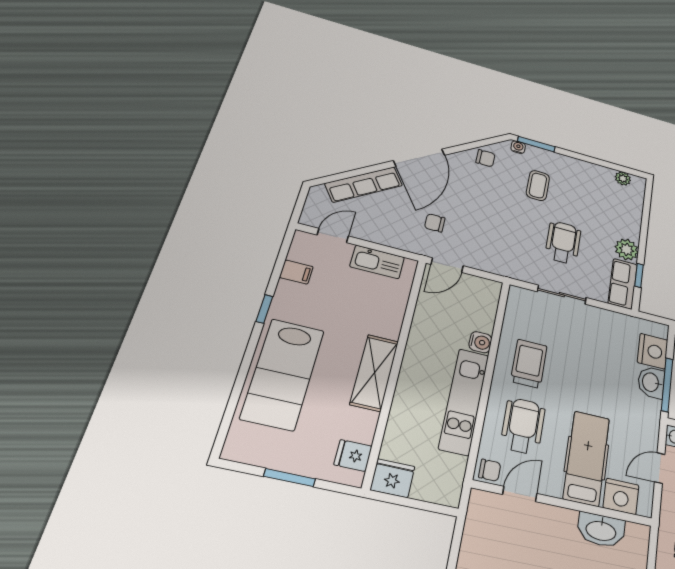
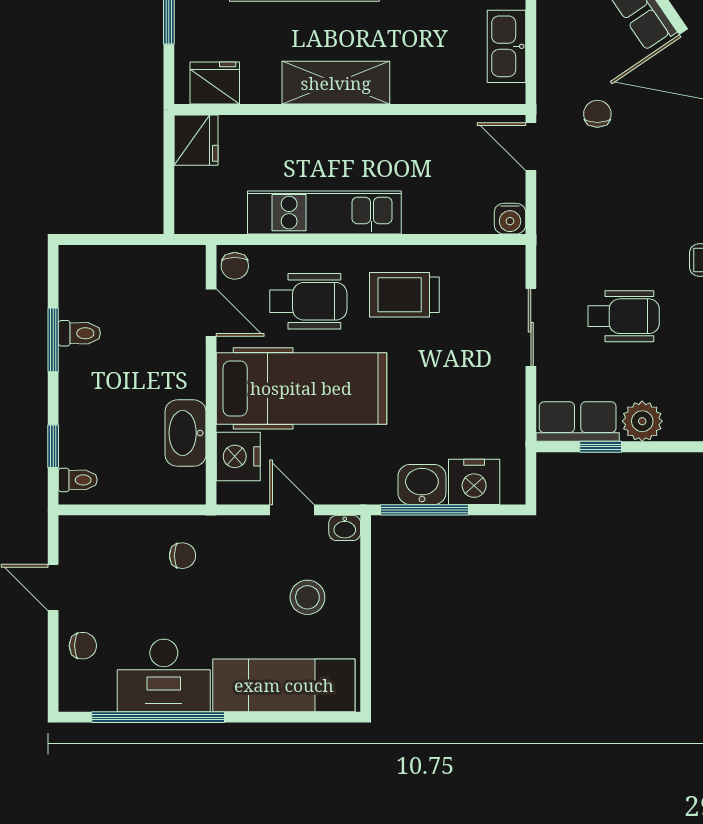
water cooler: (480, 342) -> (510, 219), moved
trolley: (529, 364) -> (404, 295), turned 180
fridge: (353, 455) -> (215, 83), width x1.38
hospital bed: (587, 458) -> (301, 388), width x1.37, depth x1.29

